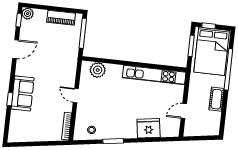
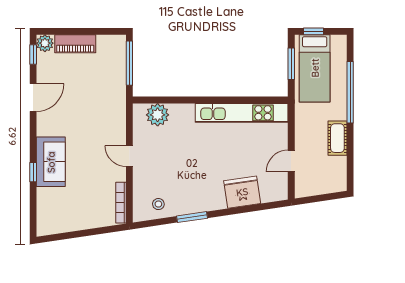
piano: (61, 18) -> (75, 44), moved
bed: (212, 51) -> (315, 68), width x0.67

